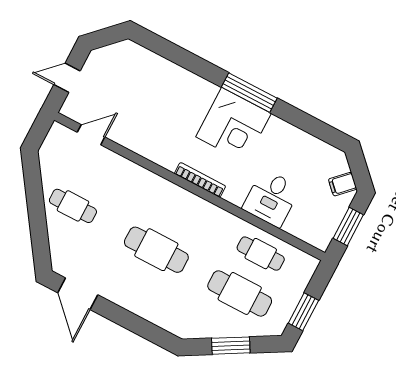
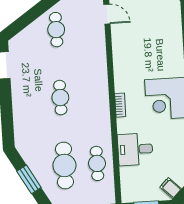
bookcase: (200, 180) -> (120, 105), width x0.64
cafe table: (156, 250) -> (60, 98), width x0.73, depth x0.74

